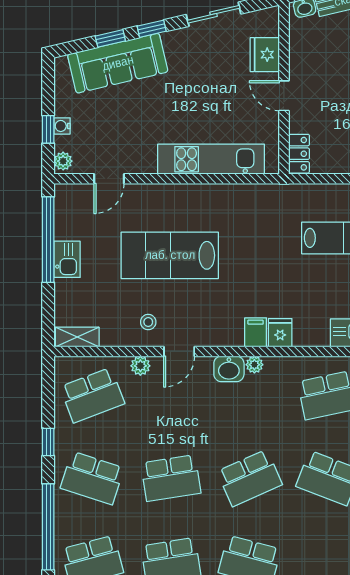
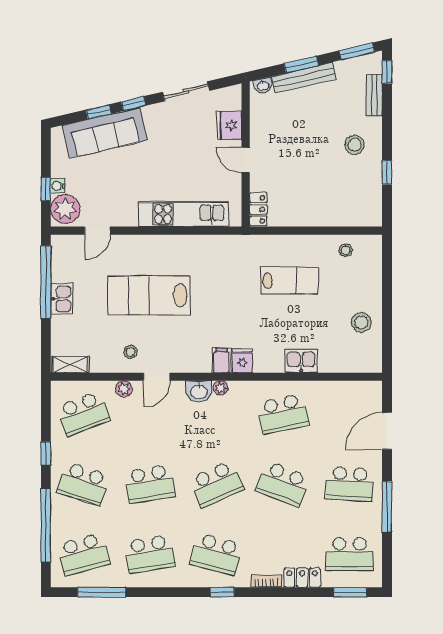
plant: (63, 161) -> (65, 209), width x1.88, depth x1.88

